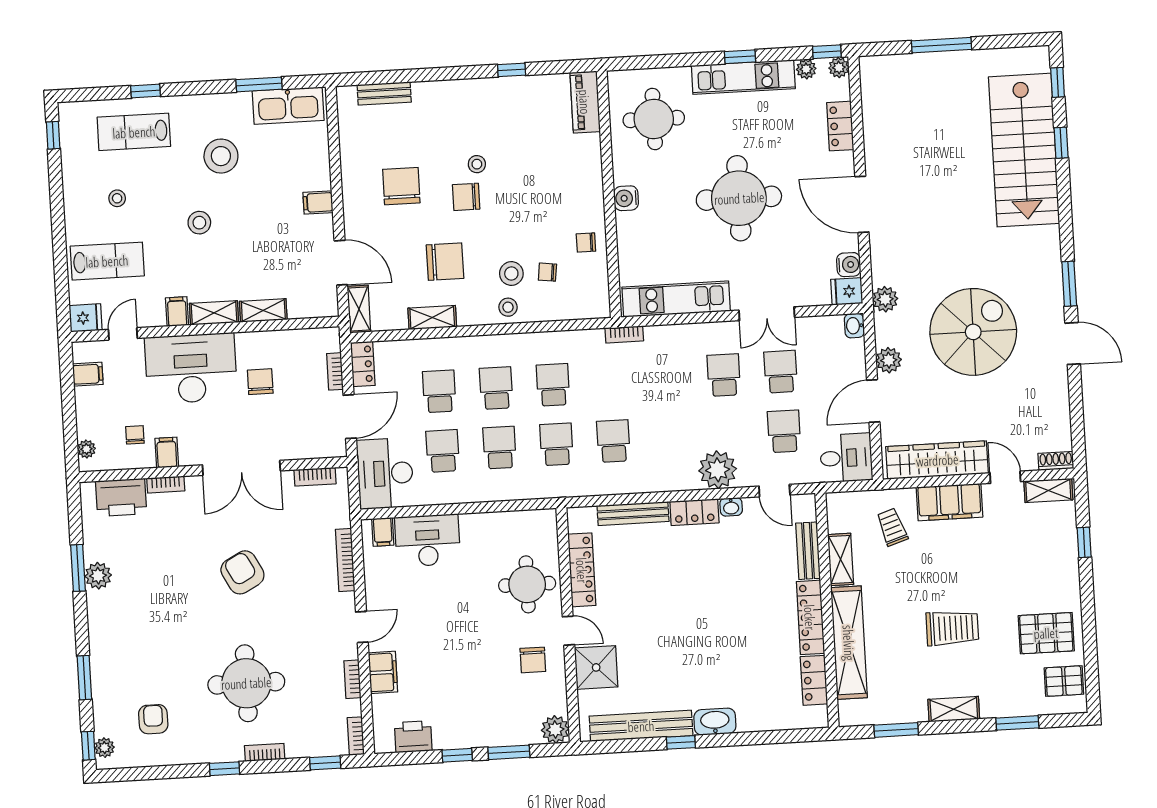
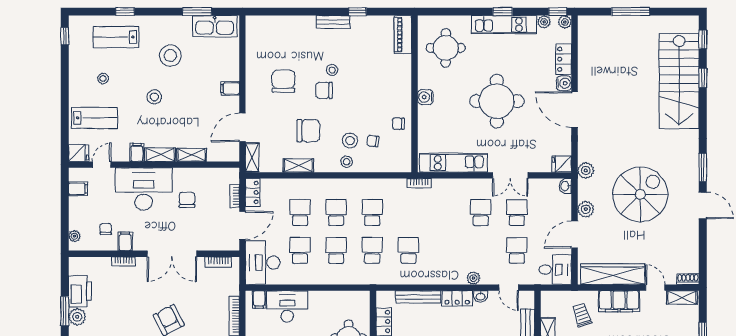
bench: (384, 93) -> (333, 22), moved
door: (341, 263) -> (242, 127), swing flipped
water cooler: (849, 265) -> (564, 83), moved
plant: (718, 470) -> (473, 278), width x0.53, depth x0.53
printer: (121, 497) -> (80, 291), moved, turned -90

